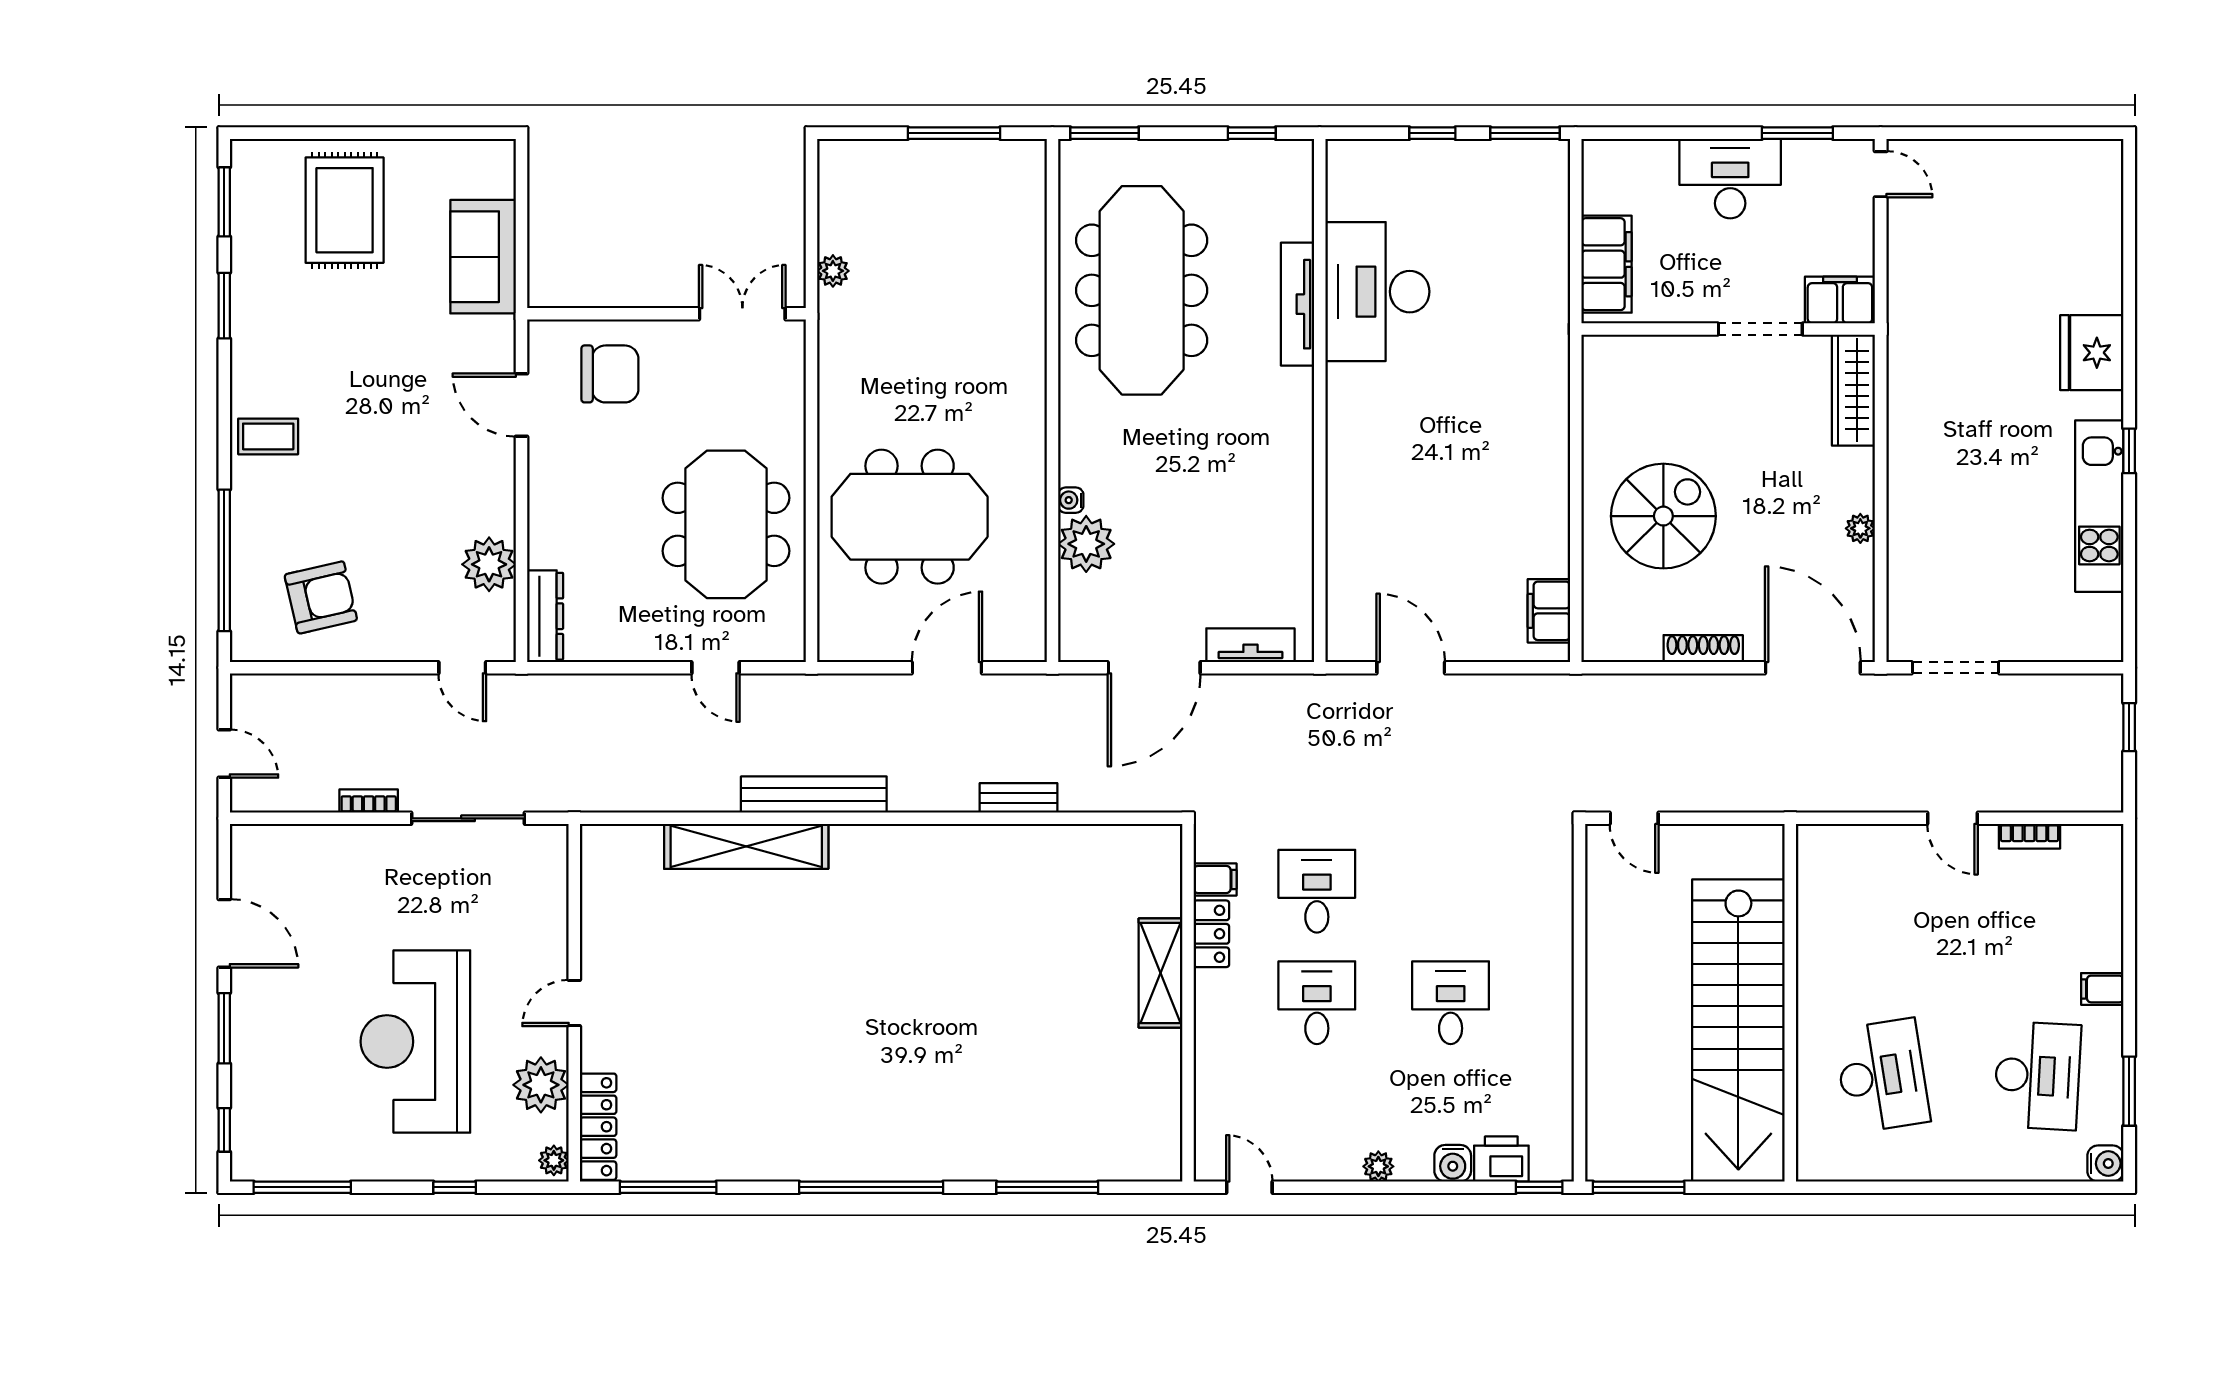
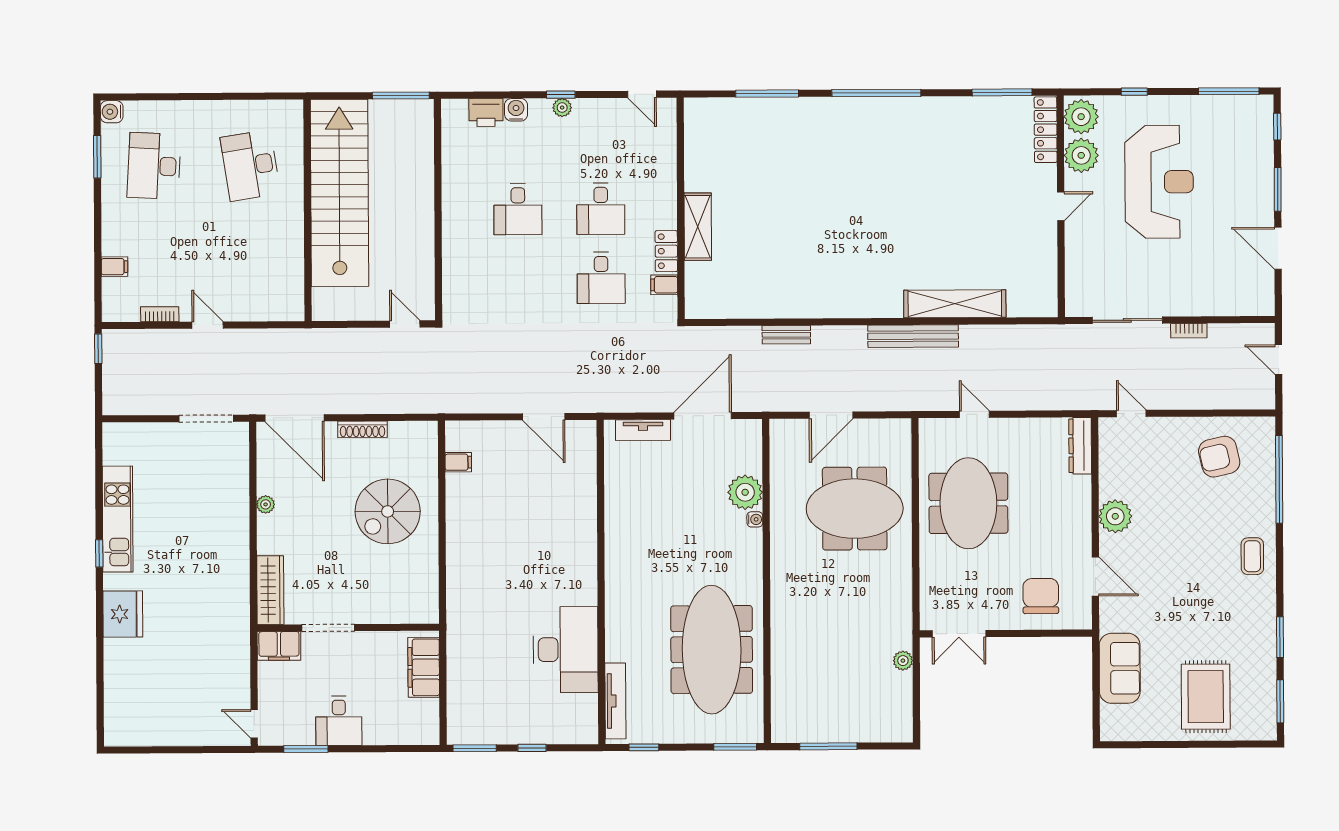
desk: (1730, 179) -> (339, 721), width x0.73
tv unit: (1297, 304) -> (615, 701), moved
chair: (610, 374) -> (1041, 596), turned 90
coffee table: (268, 436) -> (1252, 556), turned 90
plant: (489, 564) -> (1115, 516), moved
filing cabinet: (1549, 611) -> (458, 462), width x0.50
window: (2129, 727) -> (98, 349), moved
filing cabinet: (2102, 989) -> (114, 267), moved
plant: (554, 1160) -> (1081, 117), width x1.88, depth x1.88
window: (1539, 1187) -> (561, 95), moved

